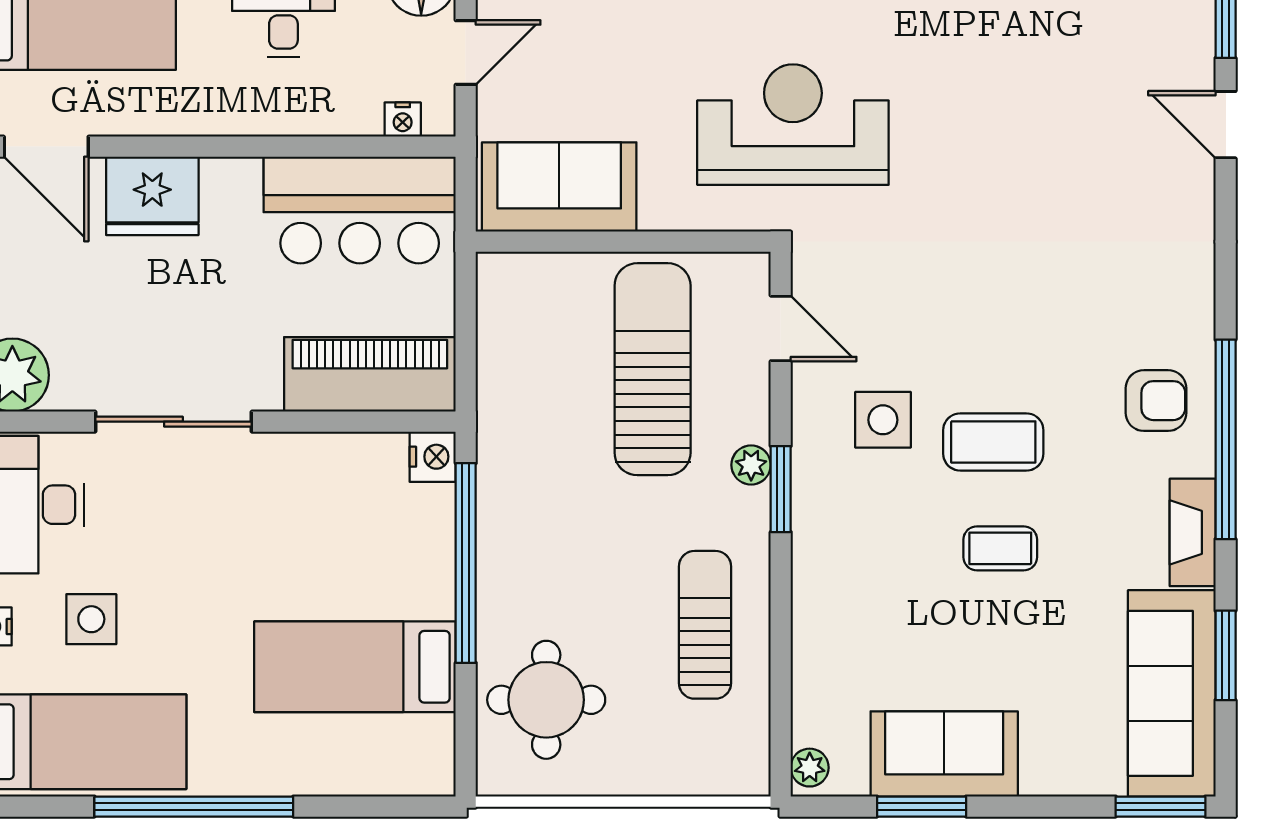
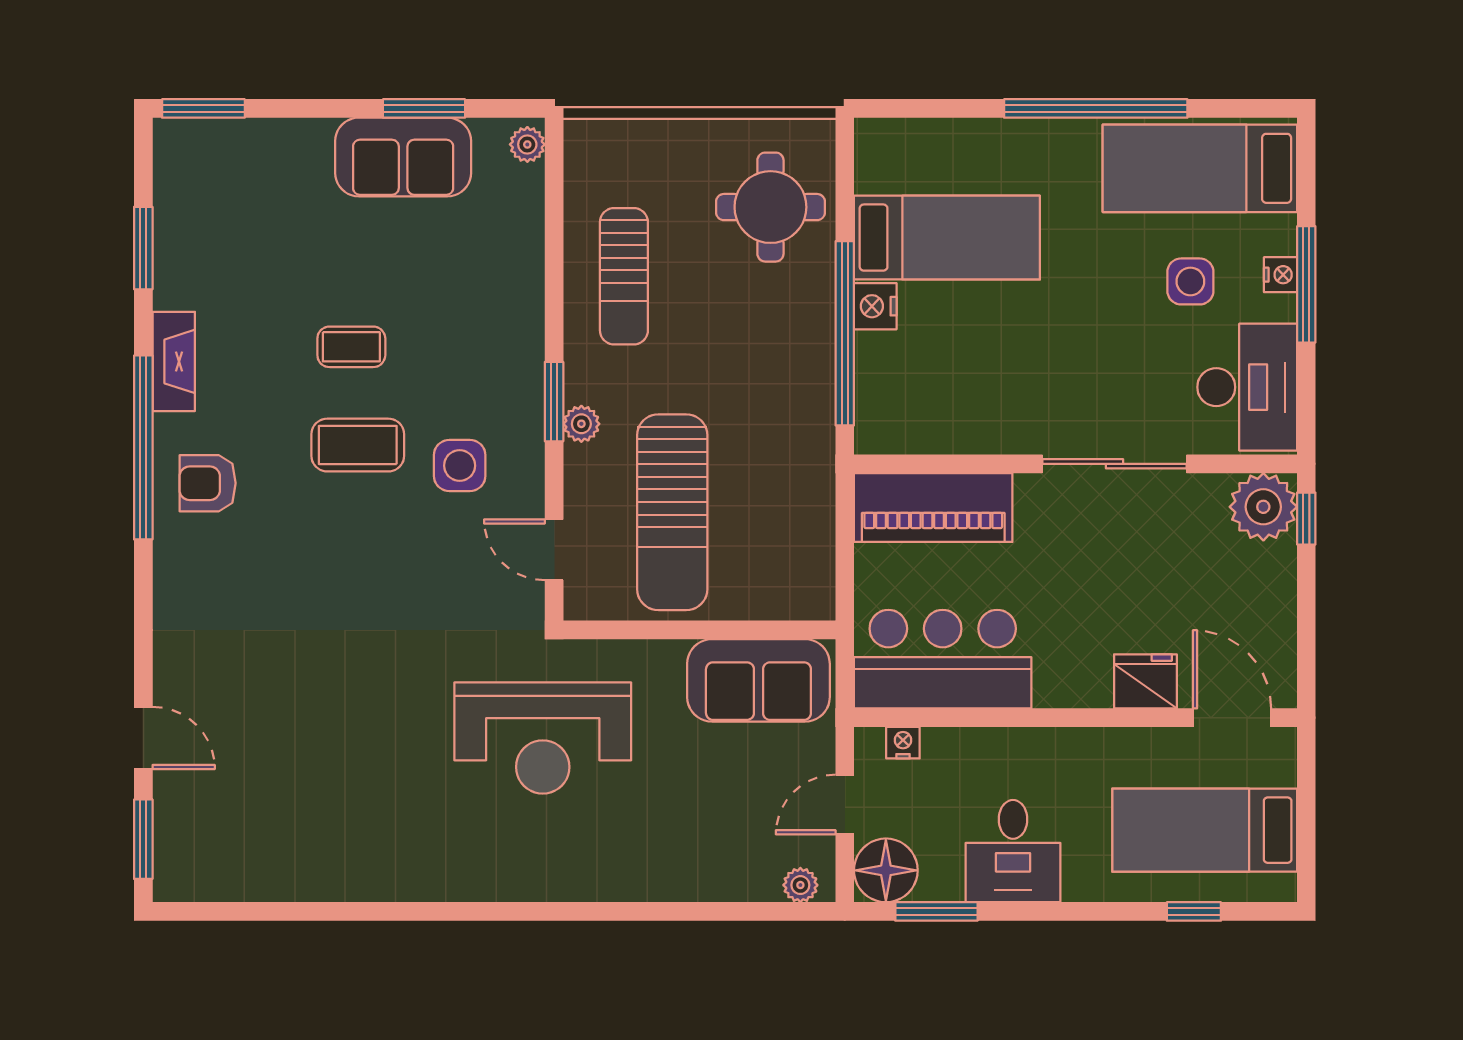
fridge: (152, 196) -> (1145, 681), width x0.73, depth x0.75
nightstand: (433, 457) -> (875, 306), moved
sofa: (1172, 693) -> (193, 213), removed

